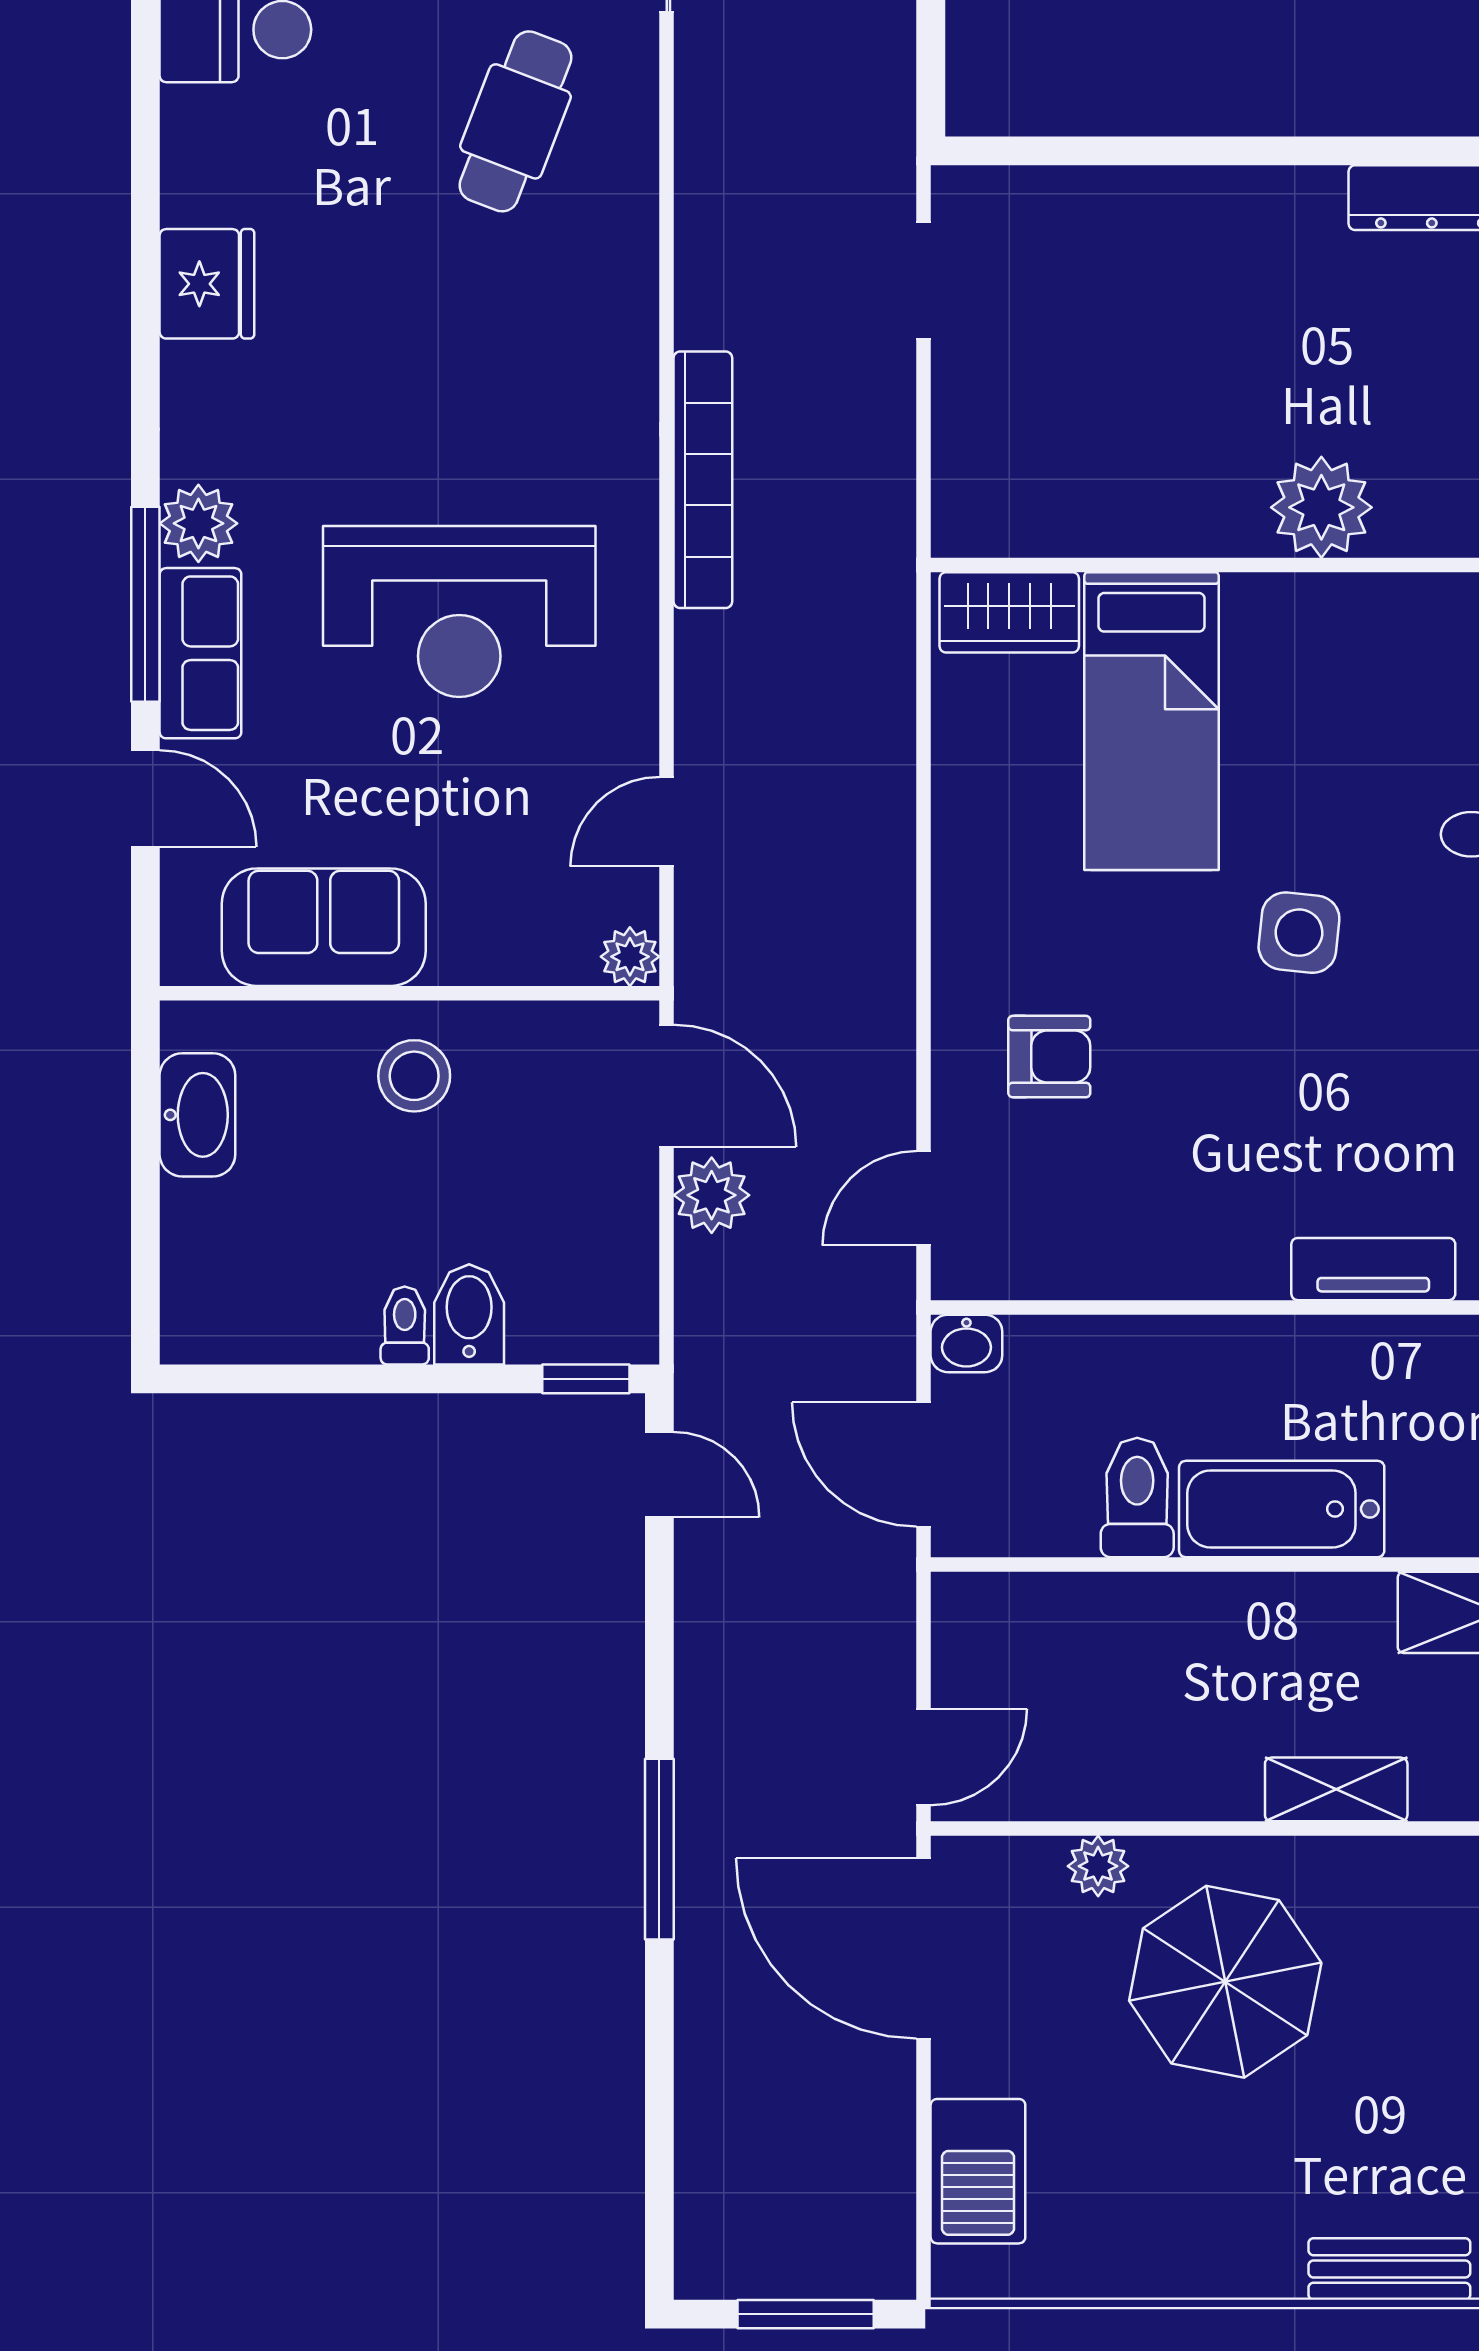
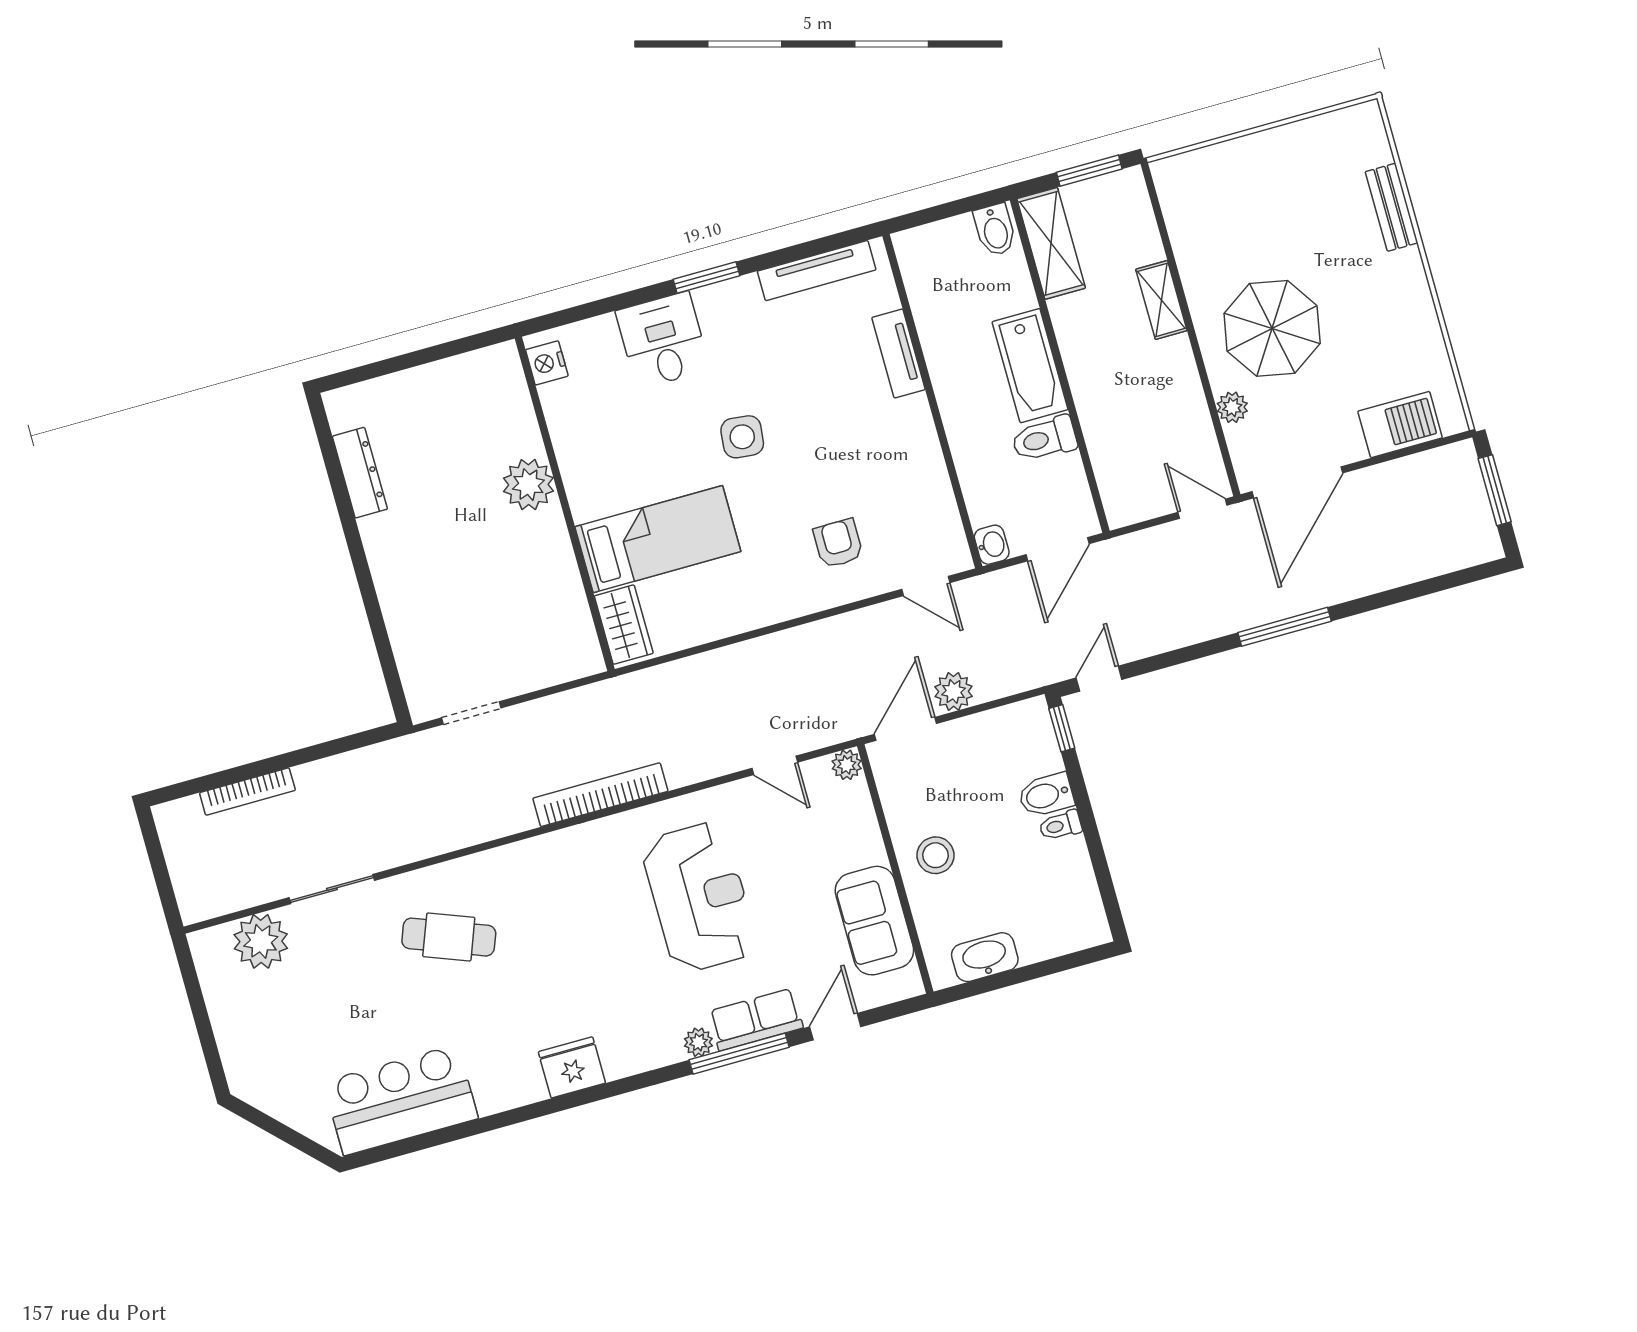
plant: (198, 523) -> (698, 1042), width x0.73, depth x0.73

